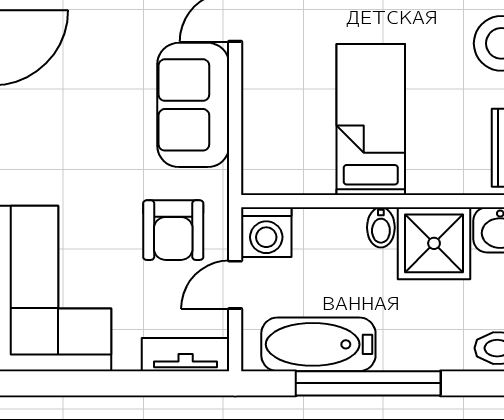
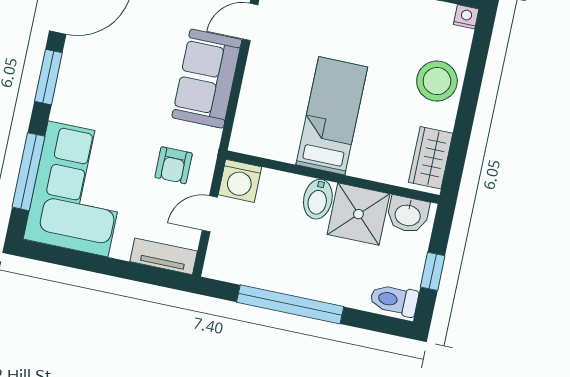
bidet: (381, 227) -> (318, 199), width x1.38, depth x1.36
armchair: (173, 230) -> (174, 165), width x0.72, depth x0.72
bathtub: (318, 344) -> (260, 269), removed

